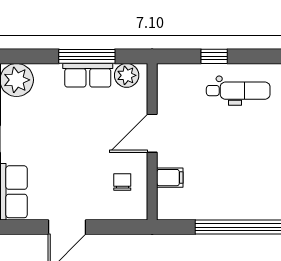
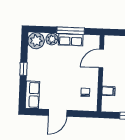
plant: (127, 75) -> (52, 39), moved
door: (152, 133) -> (101, 59), moved

